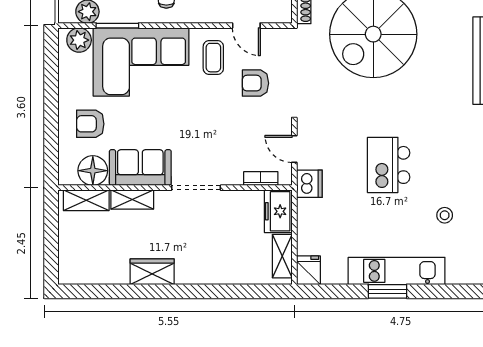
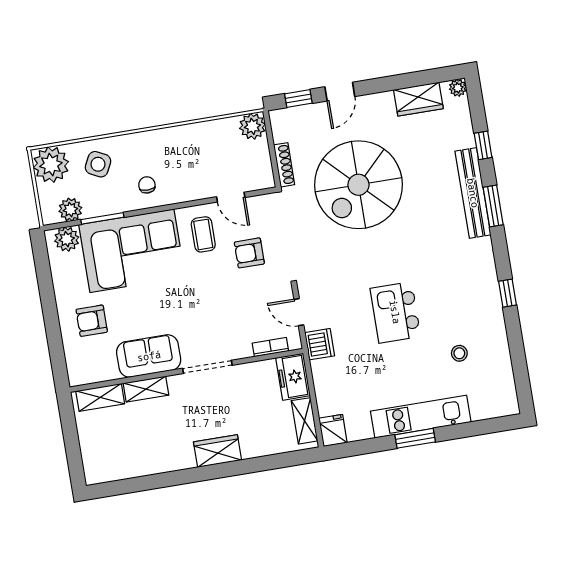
floor lamp: (93, 171) -> (102, 367), removed
wardrobe: (152, 272) -> (218, 451), moved

